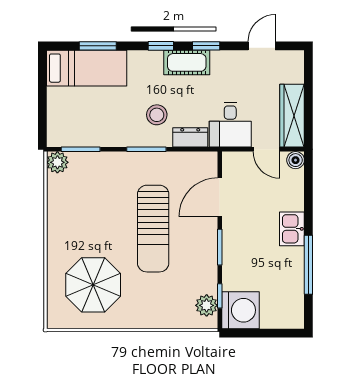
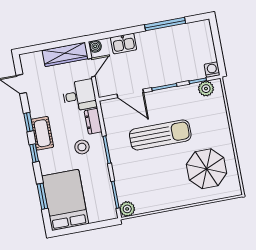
bed: (87, 68) -> (65, 200), width x1.50
kitchen sink: (292, 229) -> (124, 44), moved
washing machine: (240, 310) -> (212, 70), width x0.53, depth x0.53

